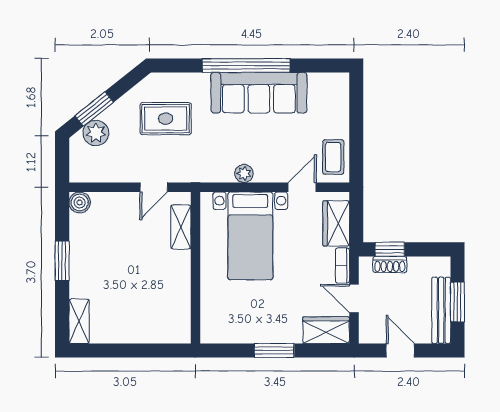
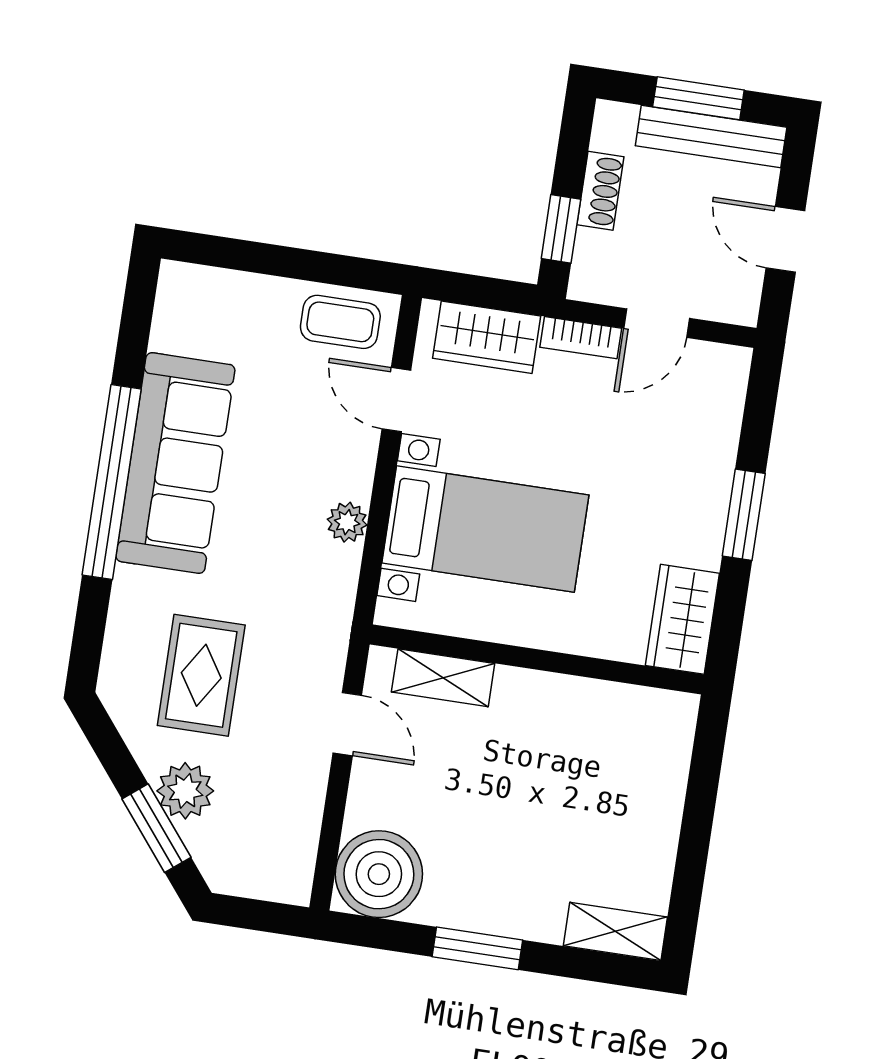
plant: (96, 133) -> (185, 791), moved
boiler: (80, 202) -> (379, 874), width x1.86, depth x1.86
shoe rack: (390, 264) -> (600, 191), moved
wardrobe: (326, 330) -> (682, 619), moved
door: (400, 350) -> (785, 239), hinge flipped

